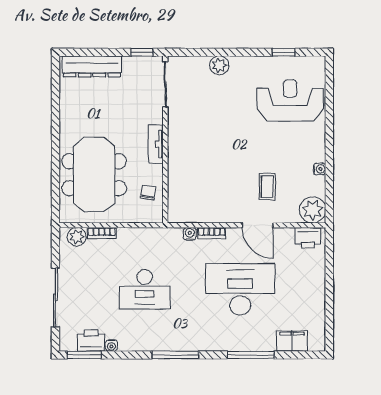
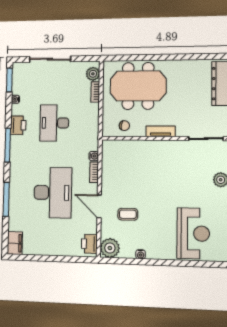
door: (258, 225) -> (99, 206), hinge flipped
printer: (91, 340) -> (18, 125), moved
filing cabinet: (292, 341) -> (15, 243), moved

